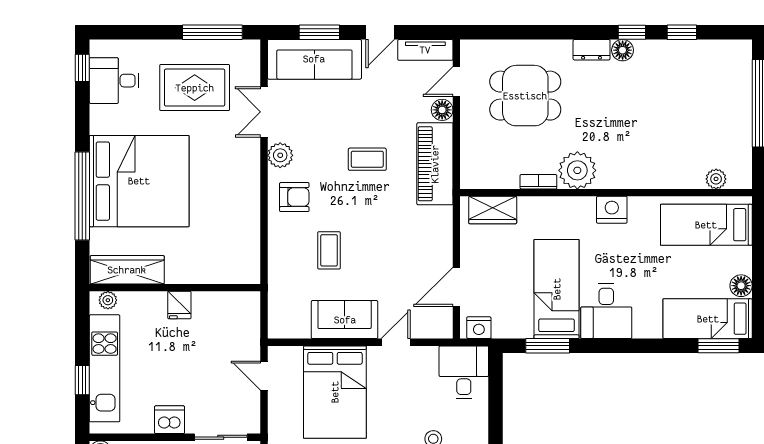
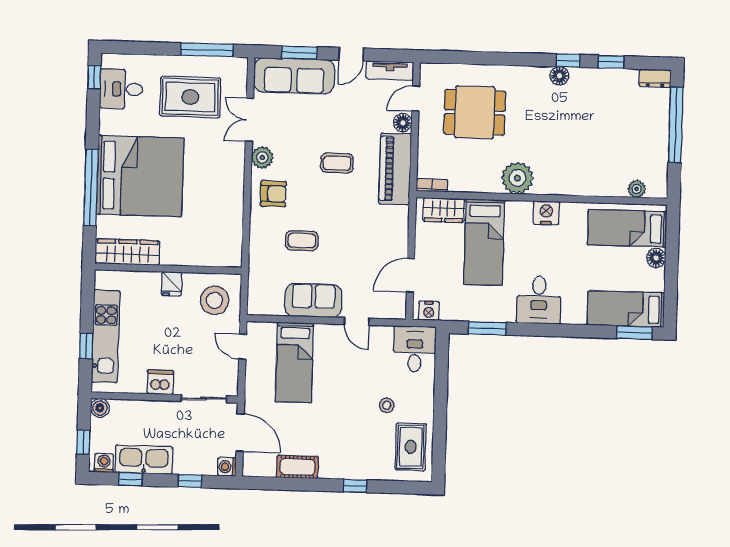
dresser: (592, 50) -> (655, 78), moved
bookcase: (538, 182) -> (432, 185), moved
coffee table: (329, 250) -> (302, 241), turned 90
floor lamp: (741, 286) -> (656, 258), moved
bed: (557, 289) -> (484, 242), moved, turned 180
plant: (108, 300) -> (110, 278), removed
stool: (230, 323) -> (215, 300), added
door: (396, 342) -> (357, 321), swing flipped
bed: (335, 392) -> (294, 362), width x0.67

